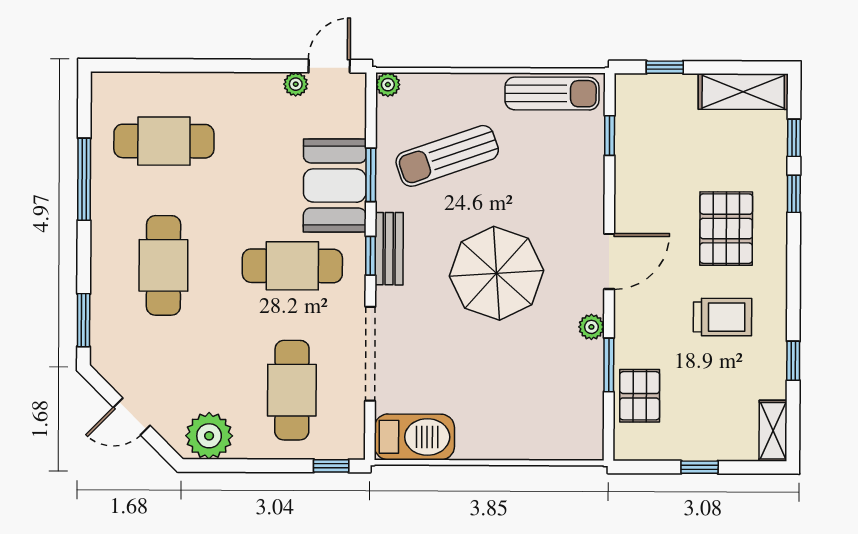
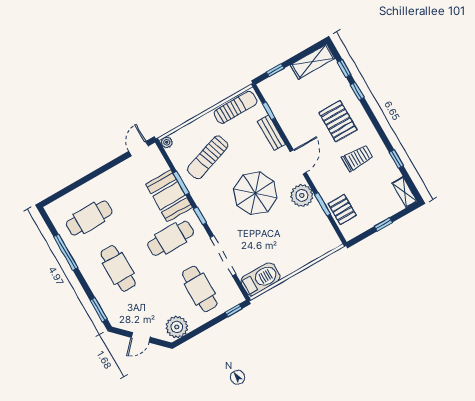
plant: (296, 84) -> (129, 164), removed
bench: (389, 249) -> (271, 133), moved
plant: (591, 327) -> (302, 195), width x1.87, depth x1.87

